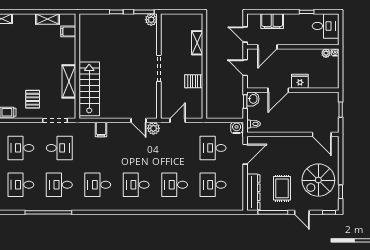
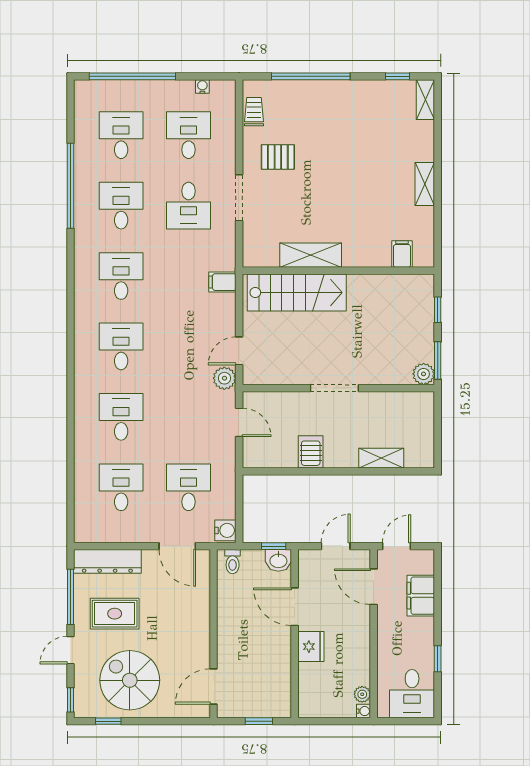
filing cabinet: (68, 31) -> (402, 254), moved
wall: (77, 66) -> (338, 271), moved
shelving: (69, 81) -> (311, 255), moved
stairs: (89, 89) -> (297, 292), moved

